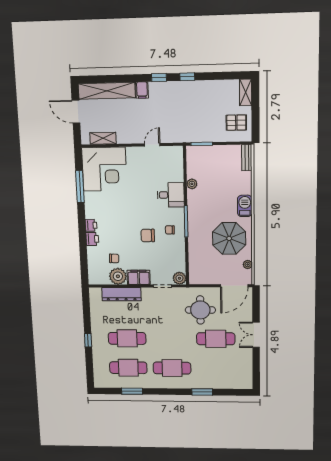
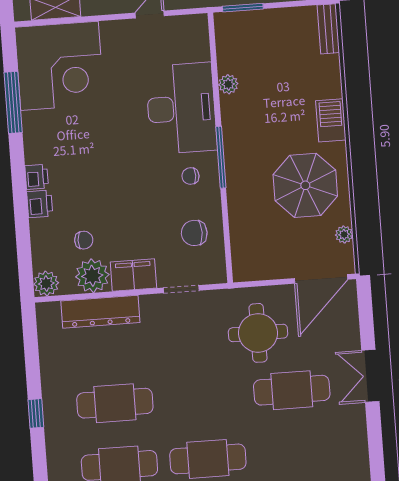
desk: (171, 195) -> (181, 108), width x1.87, depth x1.30
chair: (148, 235) -> (194, 233), moved
plant: (179, 278) -> (46, 283), moved

